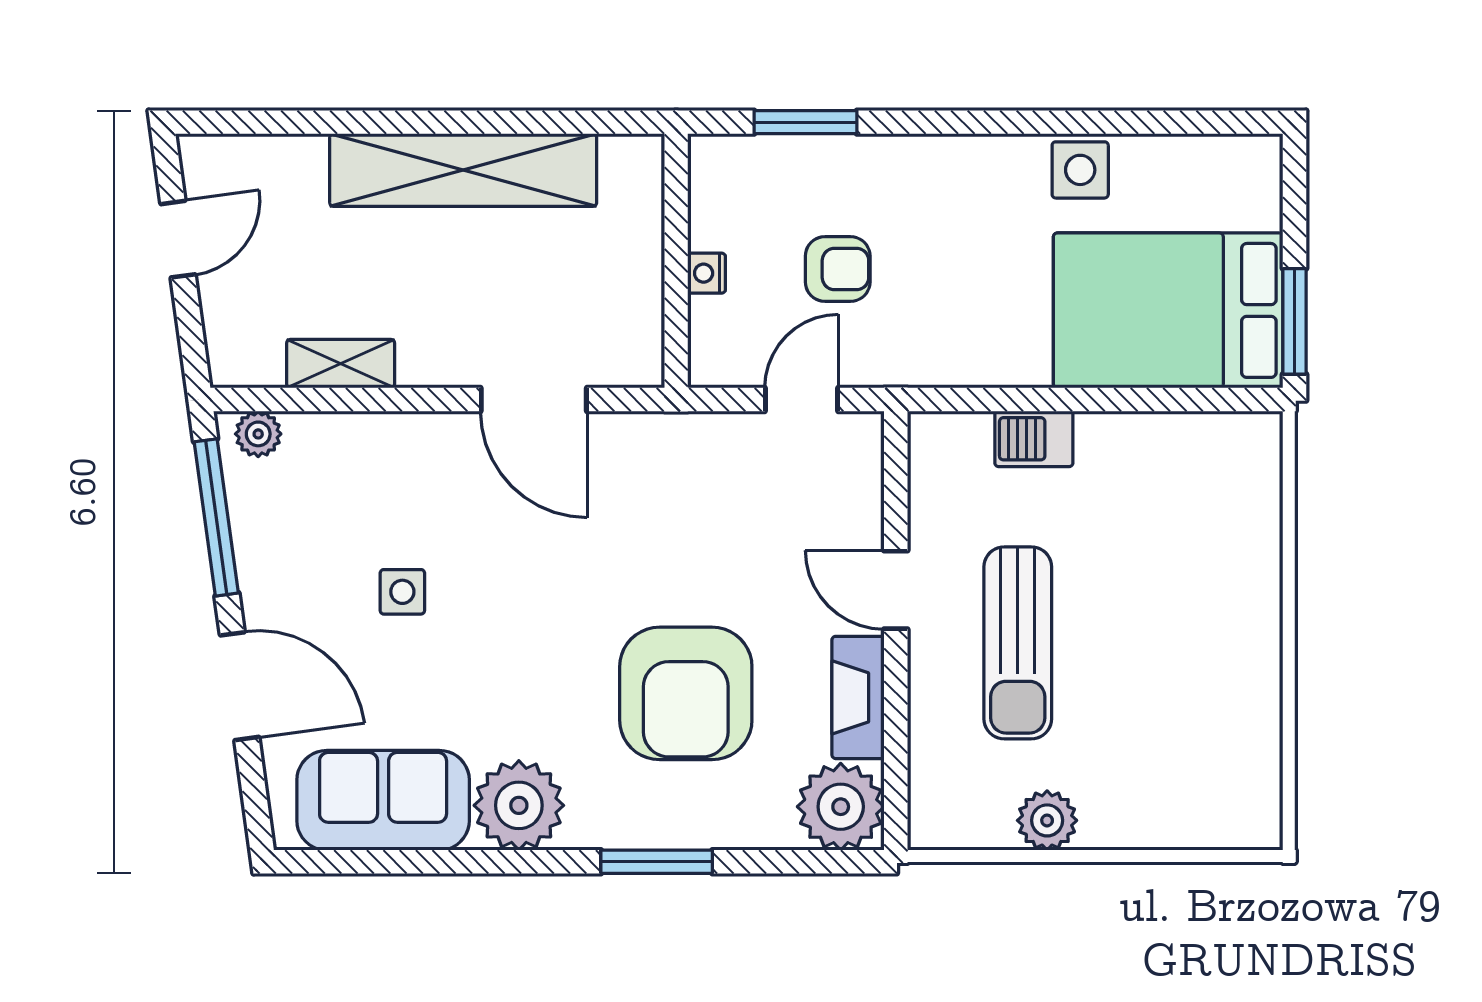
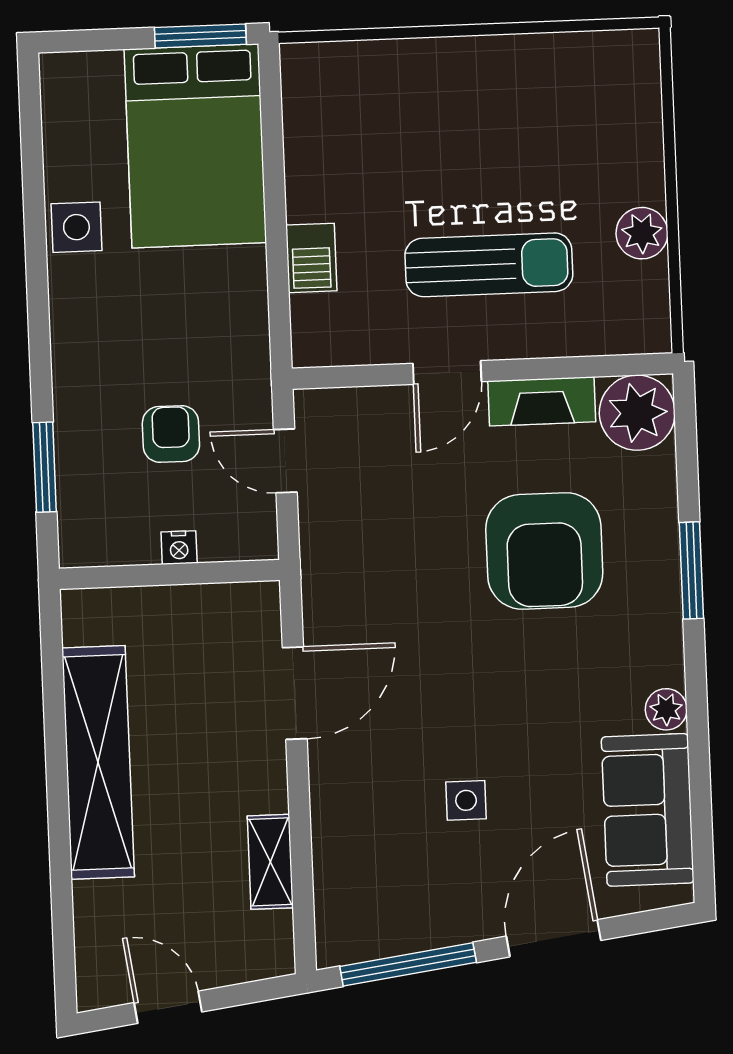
plant: (258, 434) -> (334, 931), removed
armchair: (686, 693) -> (544, 551), turned 90
plant: (519, 805) -> (666, 709), width x0.53, depth x0.53

